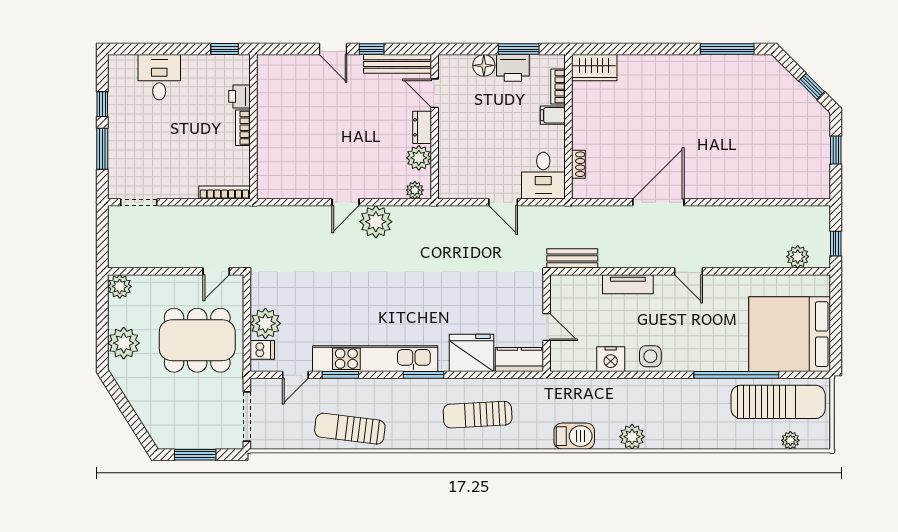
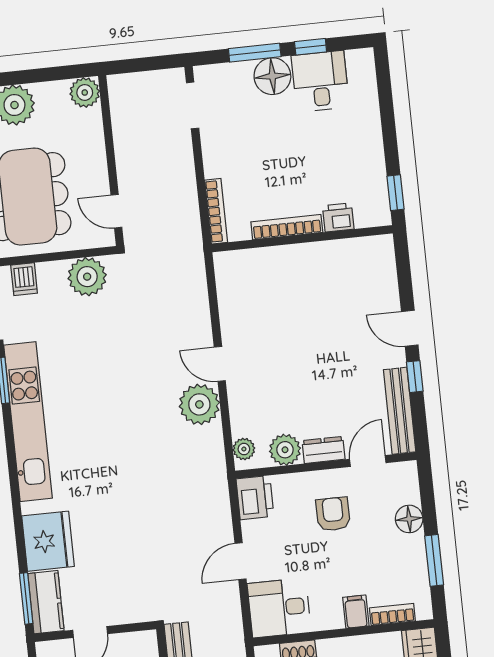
door: (333, 49) -> (410, 328), hinge flipped
printer: (513, 68) -> (255, 498), moved, turned 180
desk: (159, 77) -> (320, 81), moved, turned -90
armchair: (474, 125) -> (333, 514), added
bookcase: (243, 128) -> (287, 227), width x1.56
floor lamp: (122, 137) -> (272, 76), added
plant: (265, 323) -> (87, 277), moved
window: (423, 375) -> (26, 598), moved

